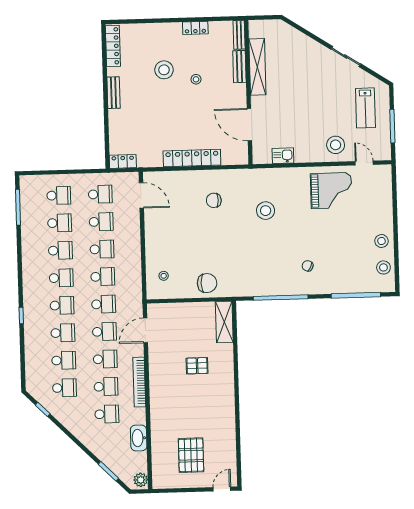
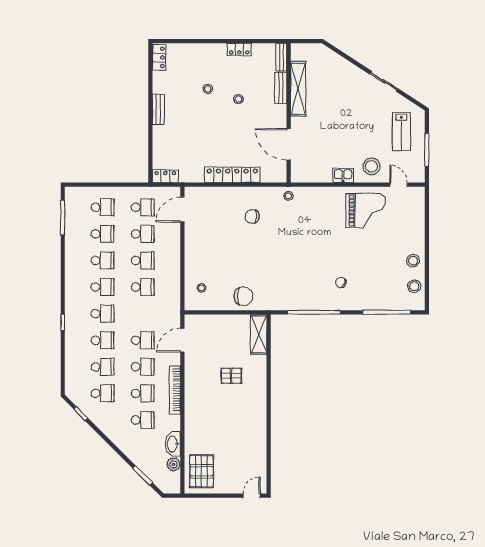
locker: (113, 46) -> (159, 57), width x0.66
stool: (164, 70) -> (208, 89), width x0.53, depth x0.53
kitchen sink: (283, 156) -> (343, 175), moved
door: (141, 195) -> (182, 210), swing flipped
stool: (266, 211) -> (288, 196), moved, width x0.53, depth x0.53
school desk: (104, 304) -> (143, 314), removed
pallet: (191, 455) -> (201, 471), moved
plant: (141, 480) -> (173, 464), moved

